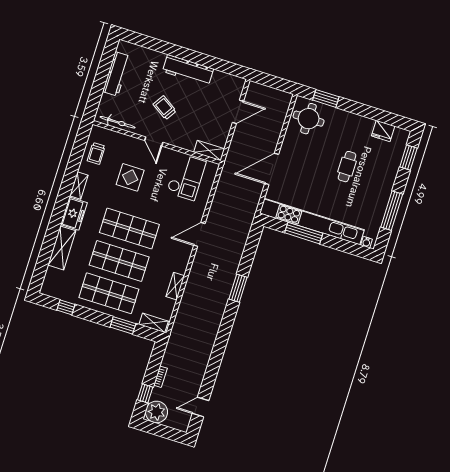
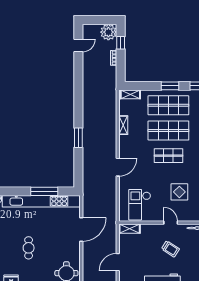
shop shelf: (129, 229) -> (168, 156), width x0.70, depth x0.74
window: (123, 325) -> (170, 86), moved

